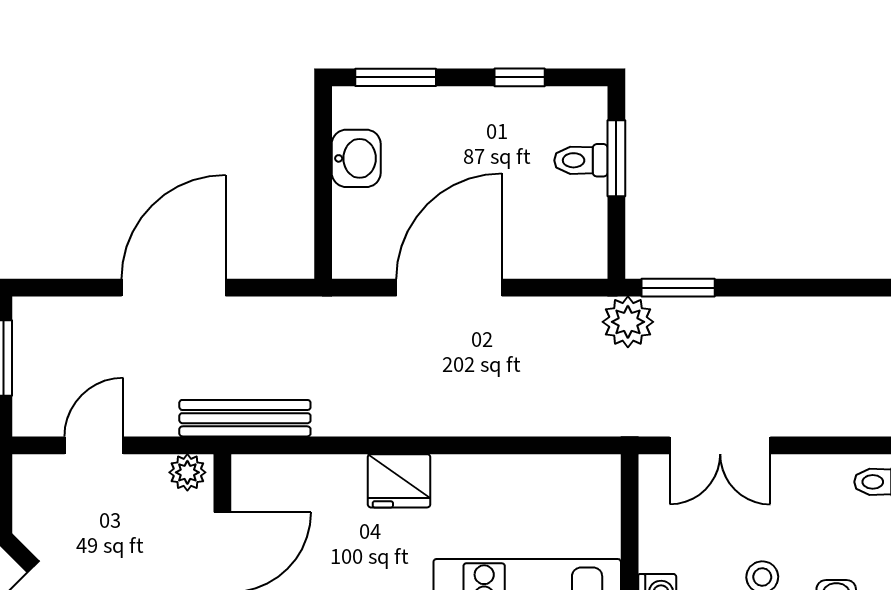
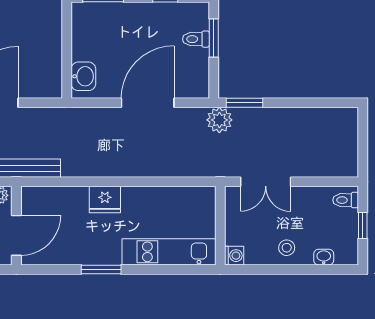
washbasin: (356, 158) -> (83, 76), moved
door: (449, 288) -> (148, 103), moved

